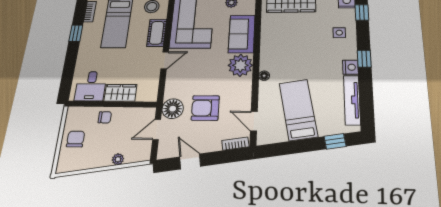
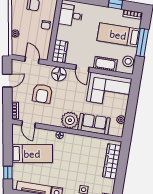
wardrobe: (120, 93) -> (60, 51), moved
armchair: (205, 108) -> (42, 94), turned 180
floor lamp: (173, 109) -> (59, 74), moved
door: (254, 121) -> (29, 124), swing flipped

